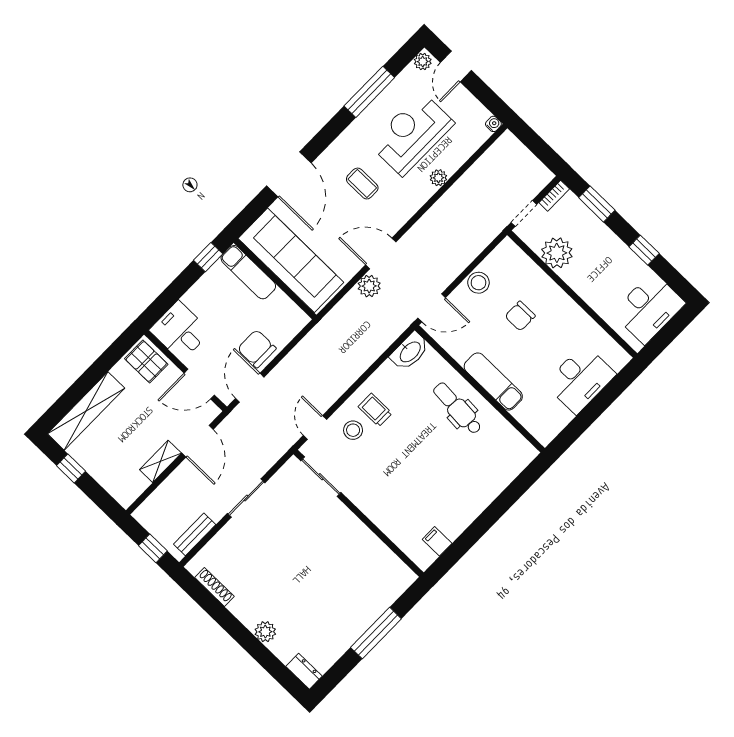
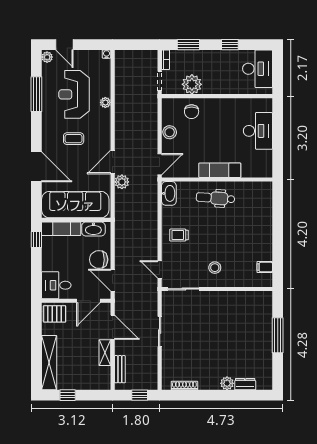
washbasin: (285, 308) -> (93, 229), added
chair: (520, 316) -> (192, 112), moved
stool: (353, 430) -> (215, 268), moved
bench: (195, 534) -> (120, 369), moved
dresser: (304, 671) -> (245, 384), moved

